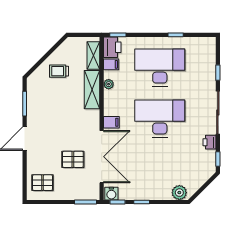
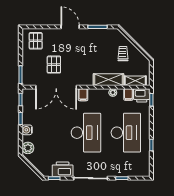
printer: (210, 142) -> (63, 169), width x1.87, depth x1.48
water cooler: (111, 194) -> (27, 130), moved

